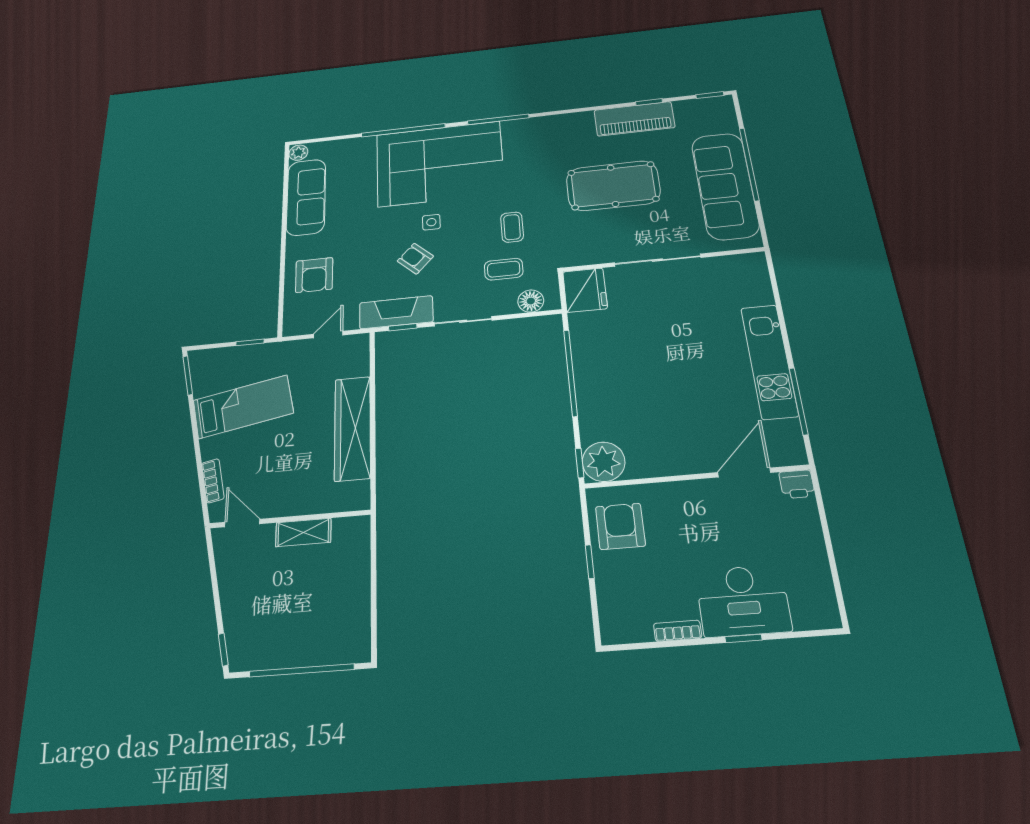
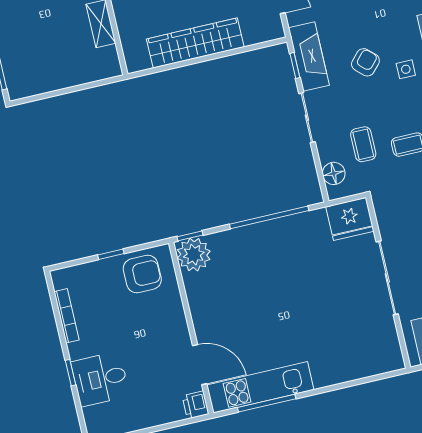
kitchen unit: (769, 361) -> (260, 387), moved
desk: (743, 601) -> (100, 379), width x0.73
bookcase: (678, 631) -> (67, 316), width x1.56

